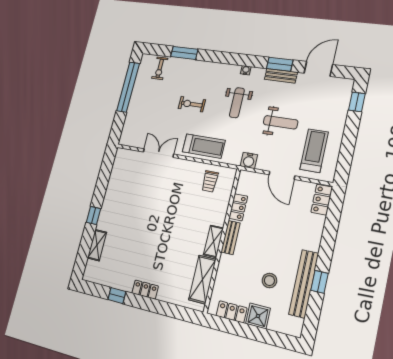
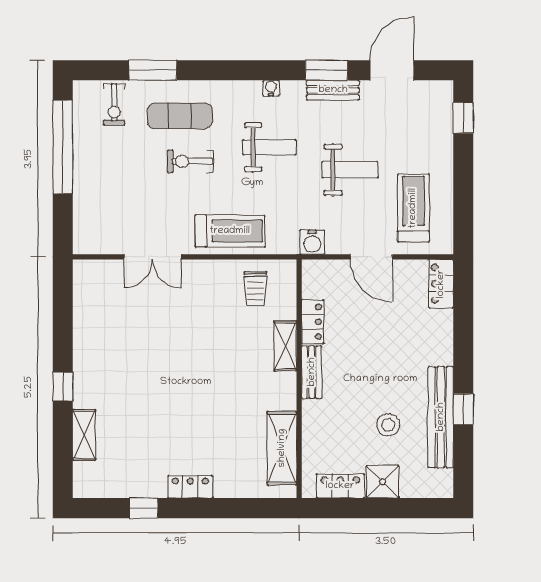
exercise mat: (192, 79) -> (180, 116), added
weight bench: (237, 103) -> (269, 147), turned -90
double door: (158, 153) -> (152, 257), swing flipped
shelving: (214, 241) -> (285, 346), moved

